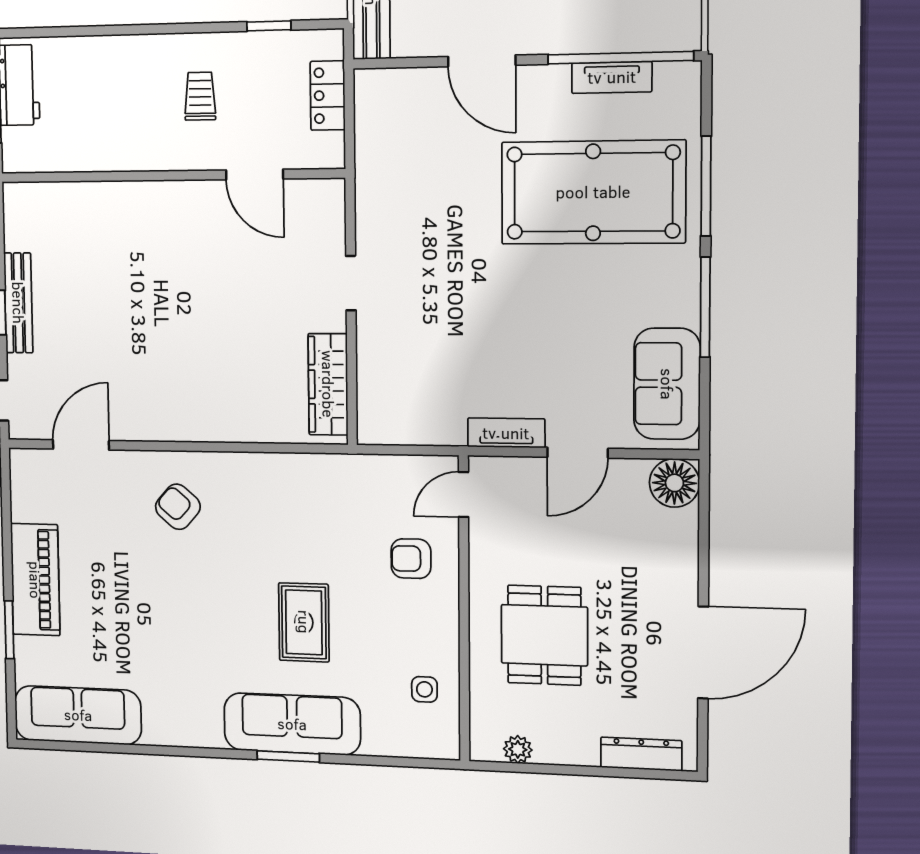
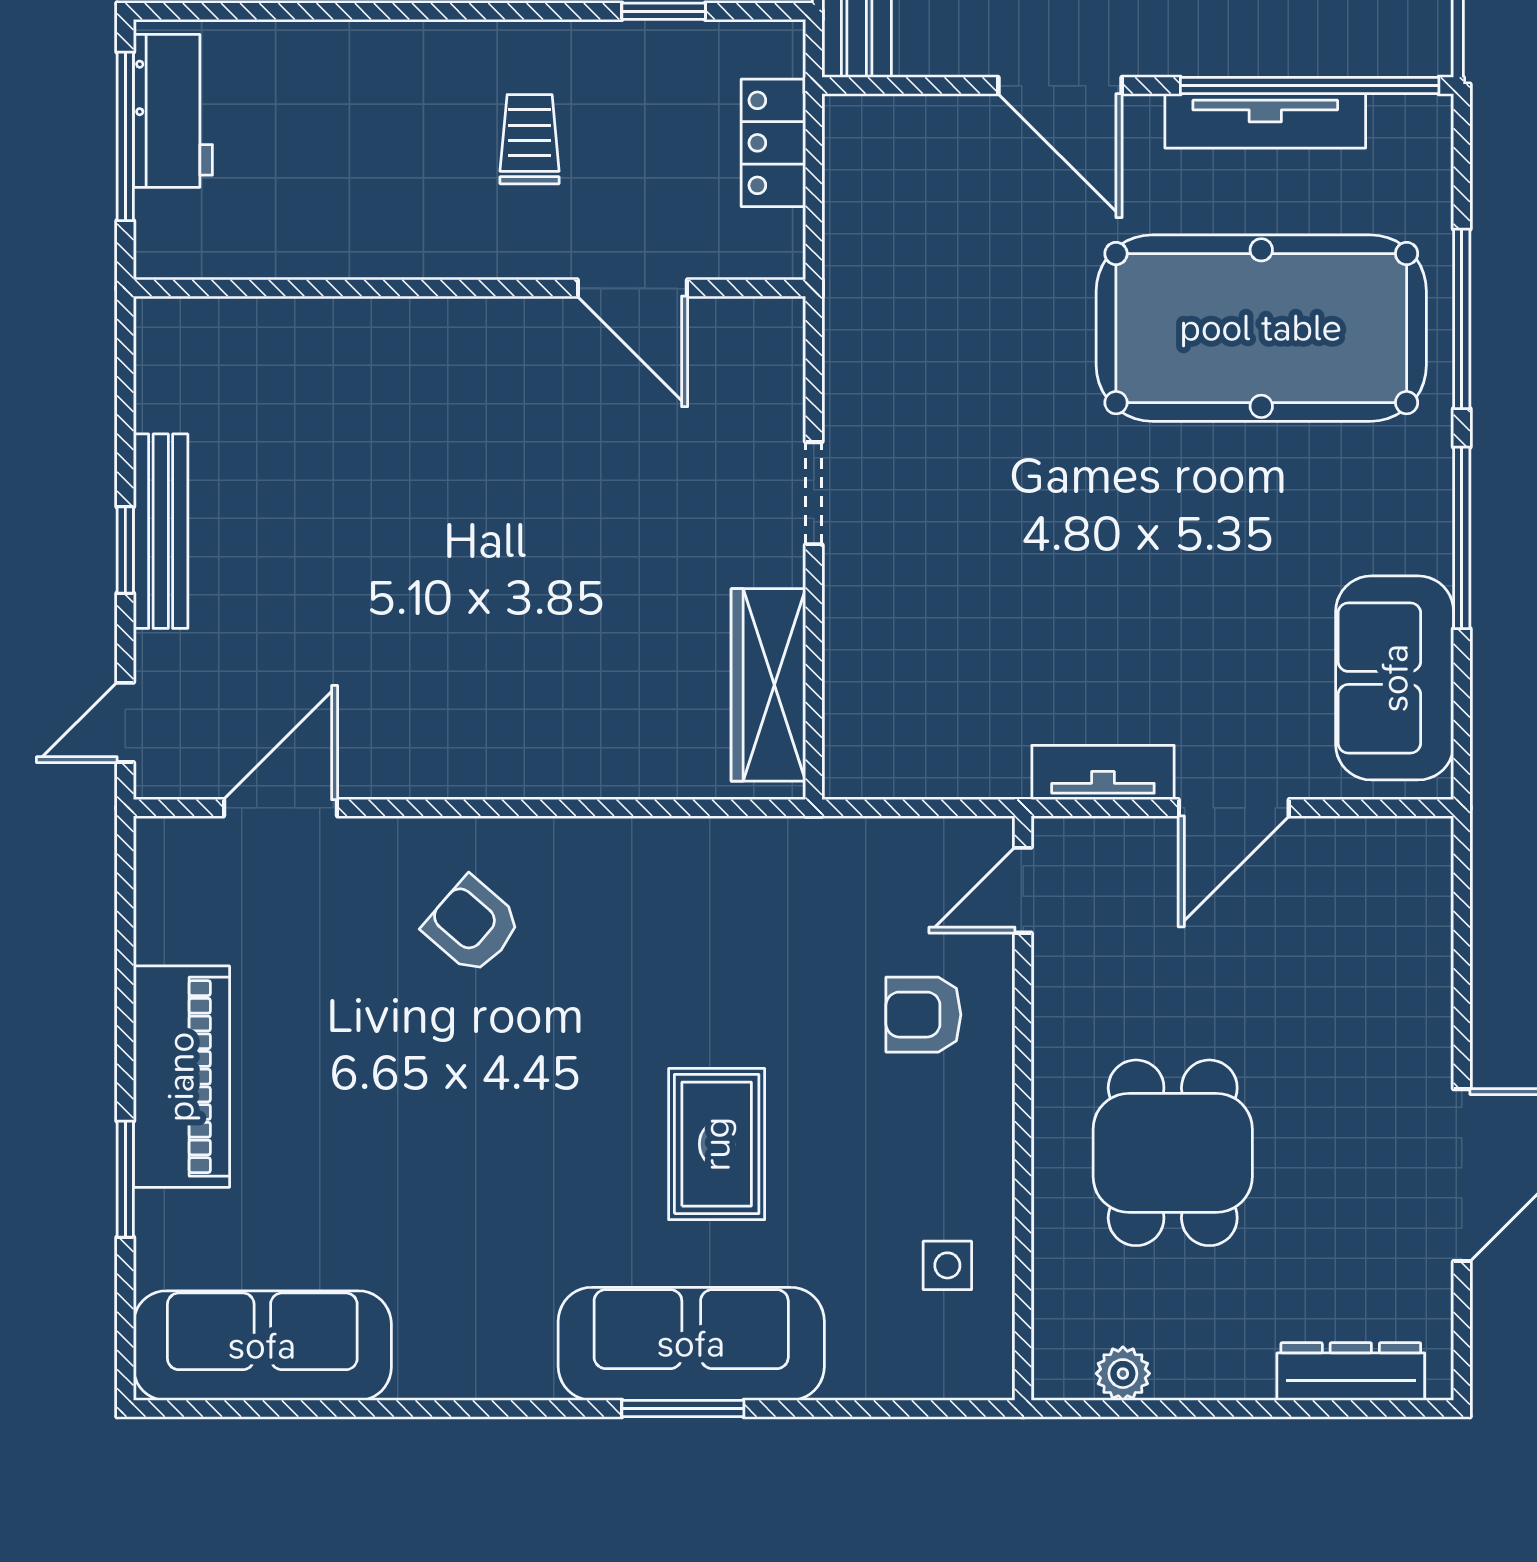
tv unit: (612, 77) -> (1265, 121), width x1.41
floor lamp: (674, 483) -> (1409, 861), removed

